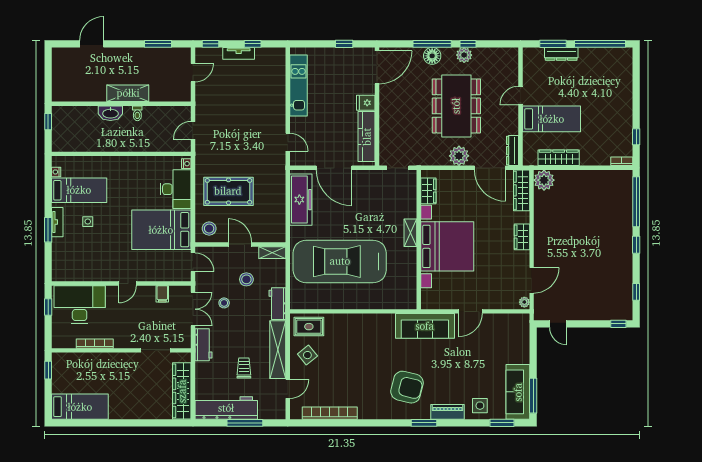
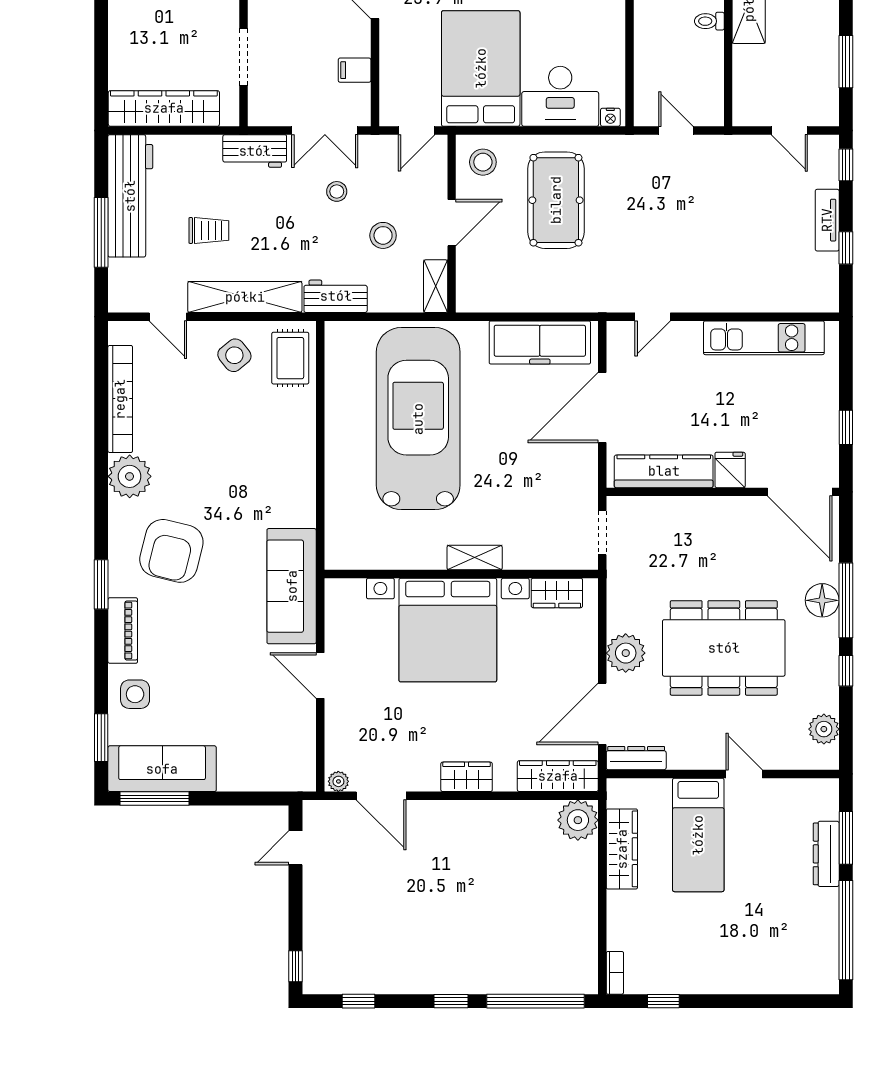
plant: (464, 55) -> (824, 729), moved
plant: (369, 408) -> (130, 476), added

